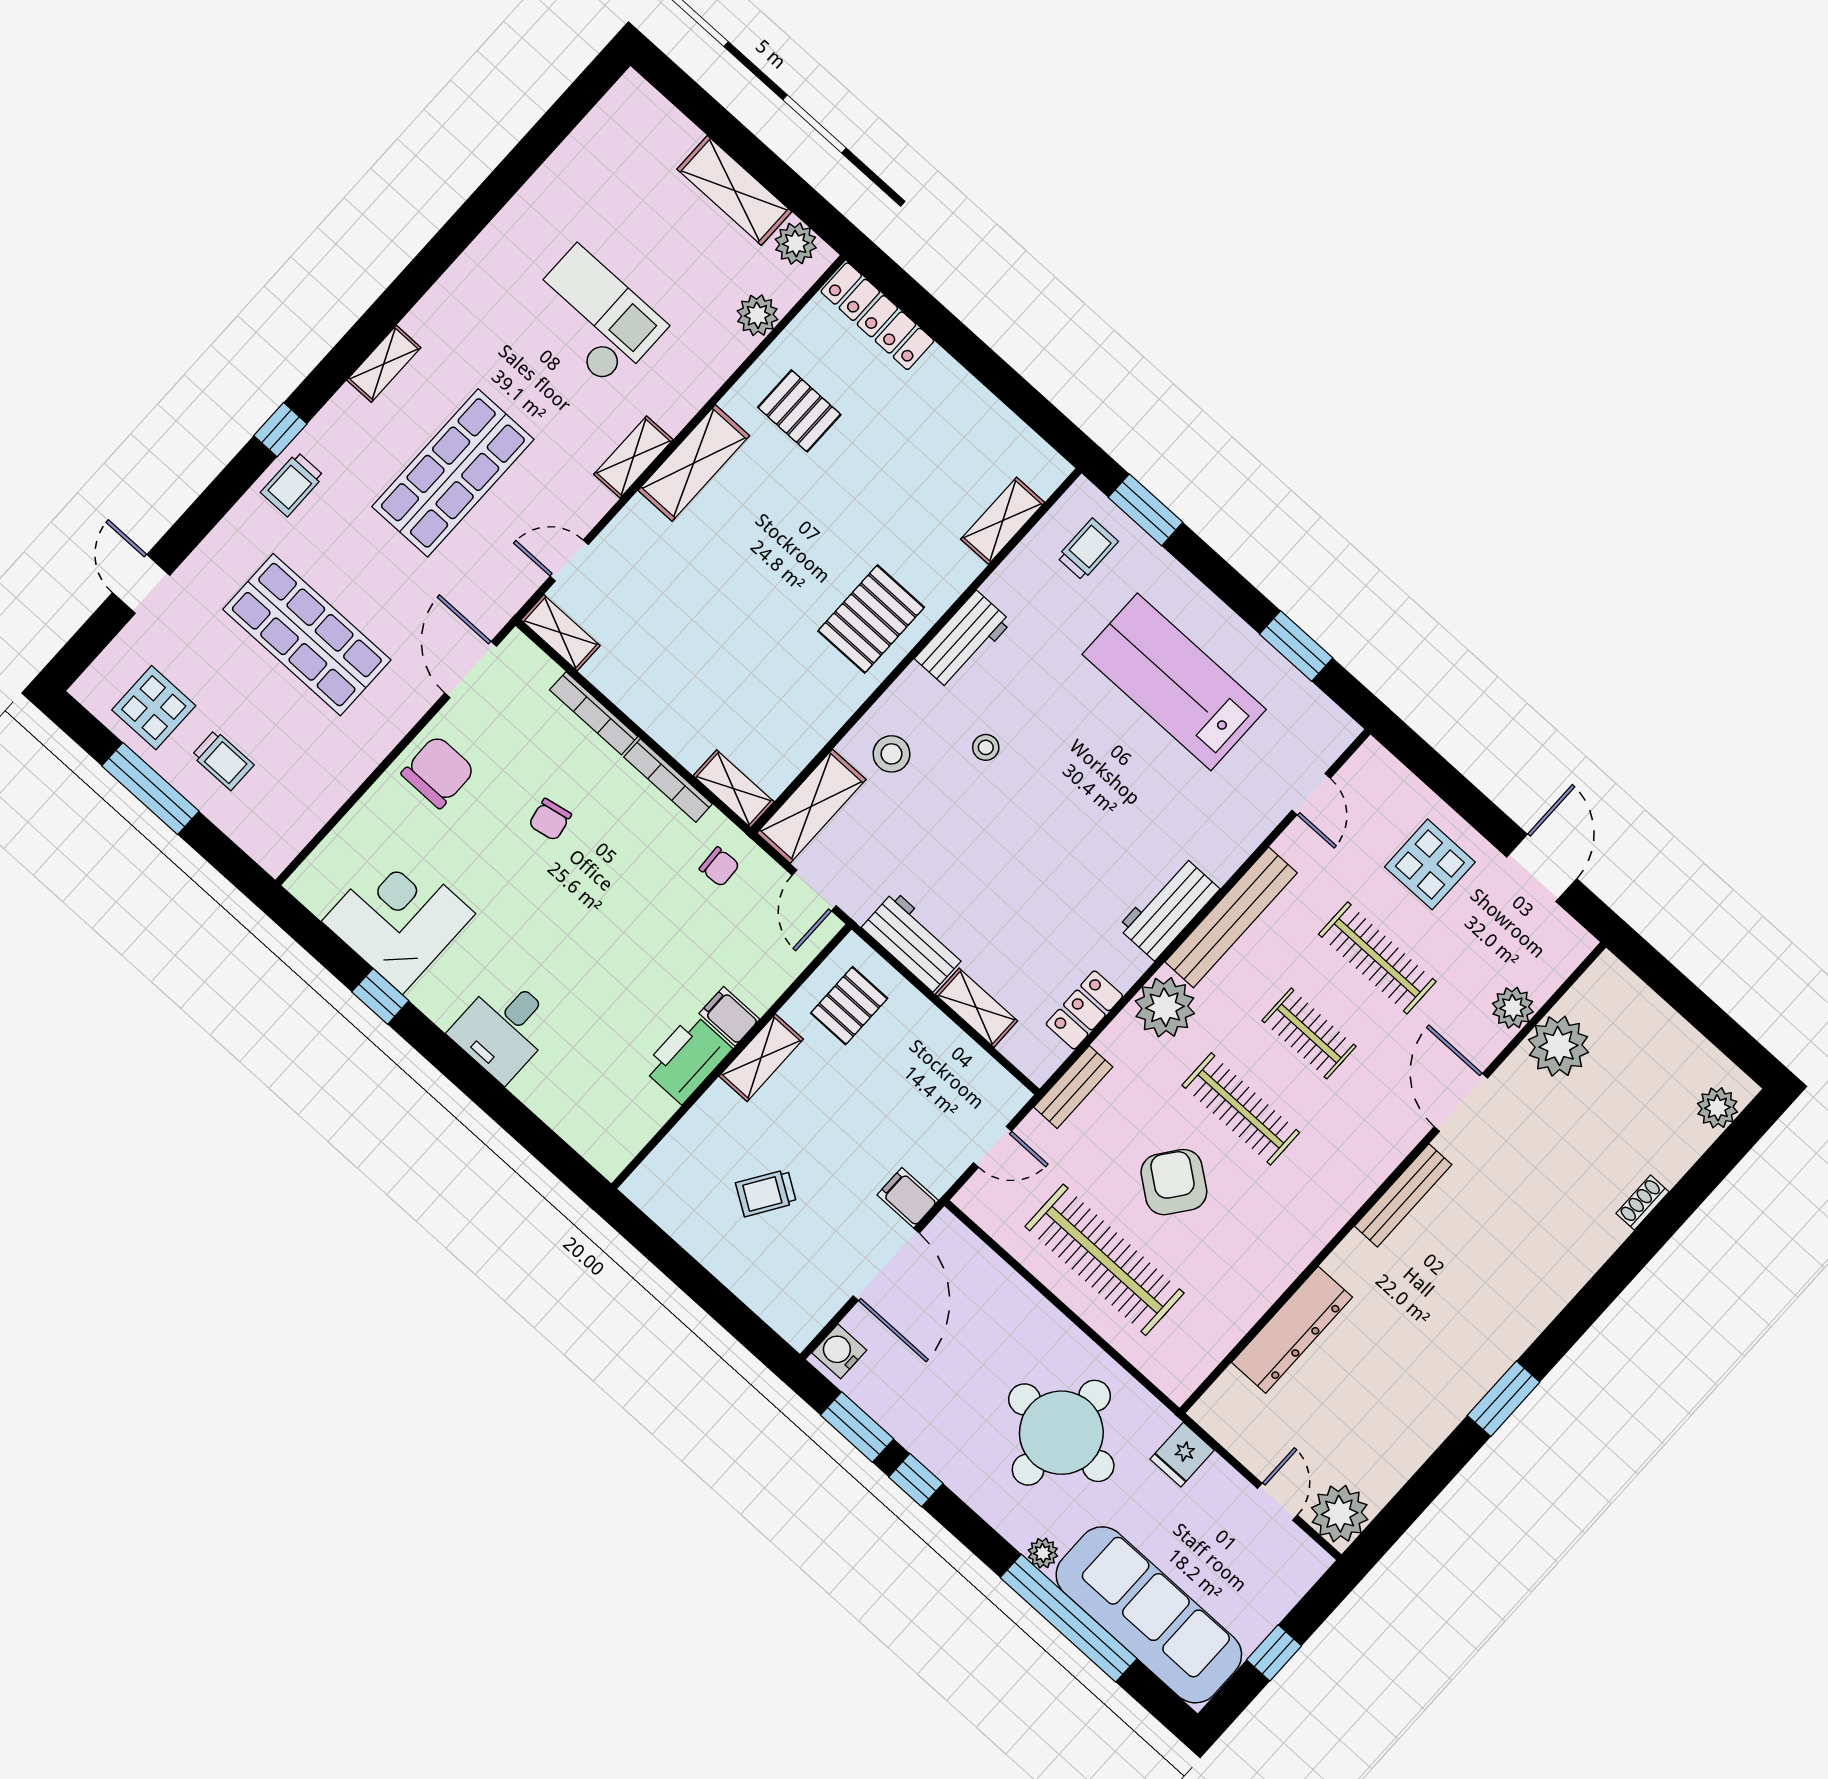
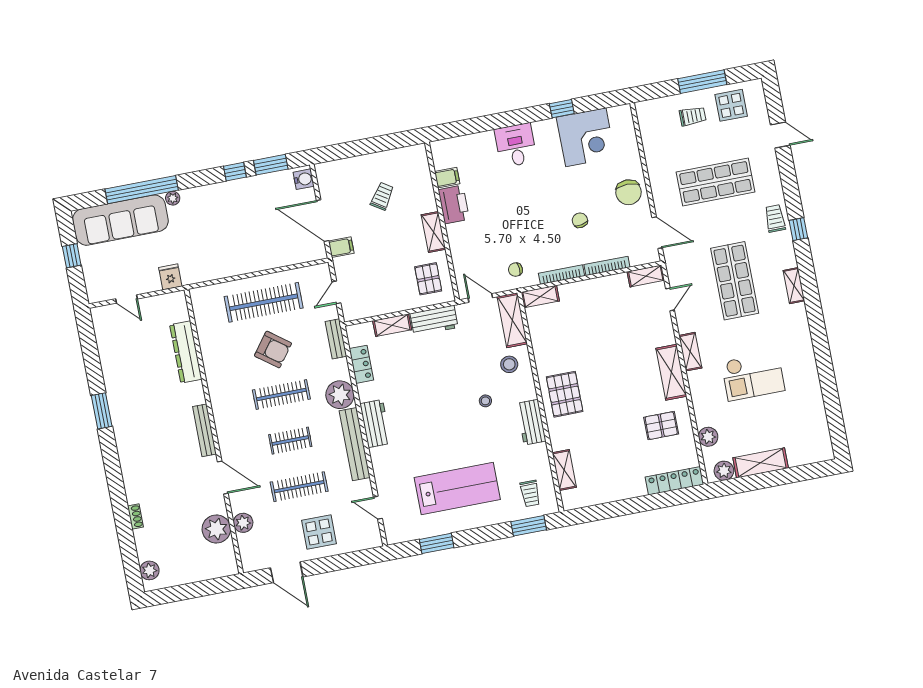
trolley: (223, 760) -> (693, 116), turned 180
filing cabinet: (729, 1016) -> (447, 178), moved
round table: (1061, 1433) -> (212, 238), removed
plant: (1340, 1514) -> (105, 318), removed

